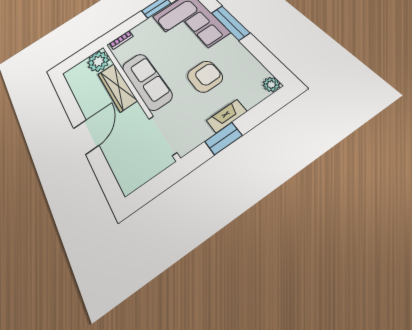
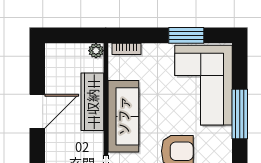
plant: (98, 61) -> (96, 51), width x0.53, depth x0.53
door: (86, 137) -> (37, 111), moved

